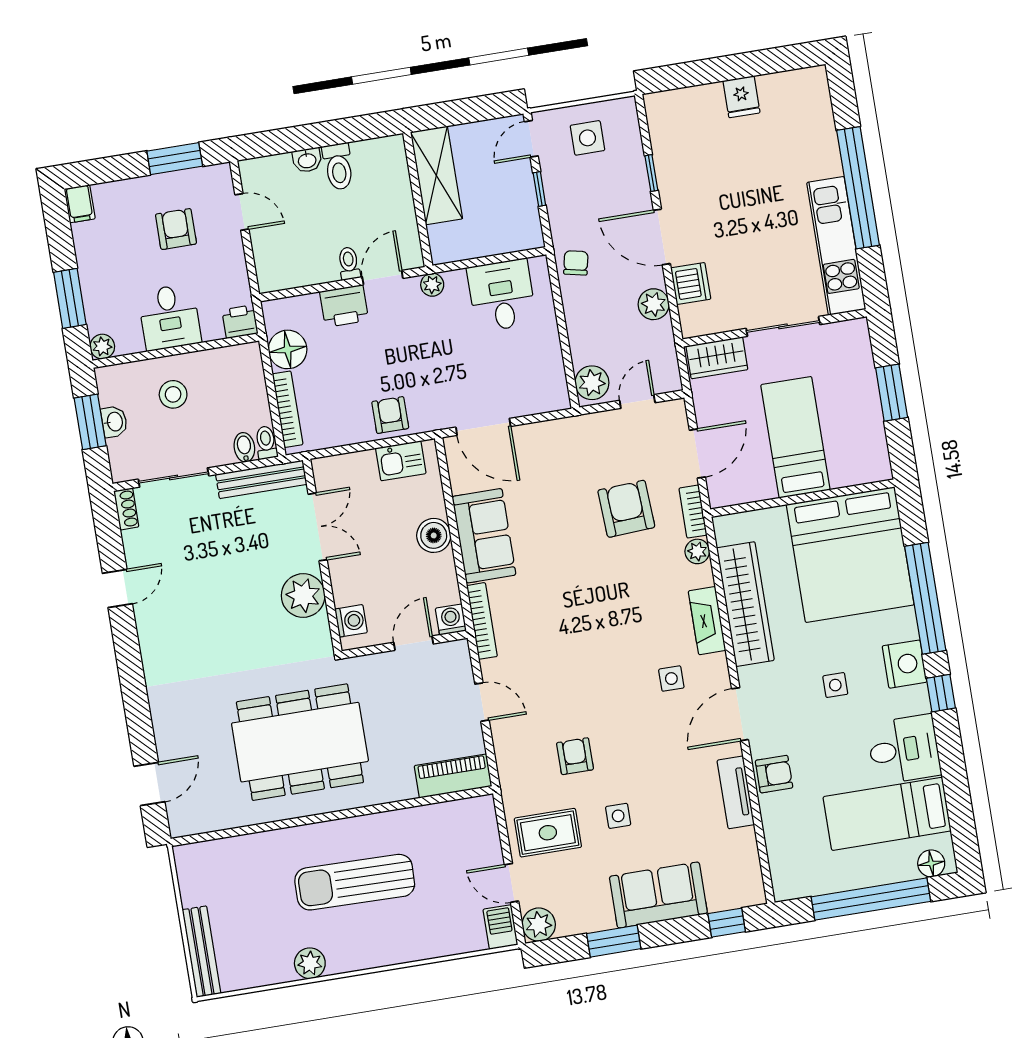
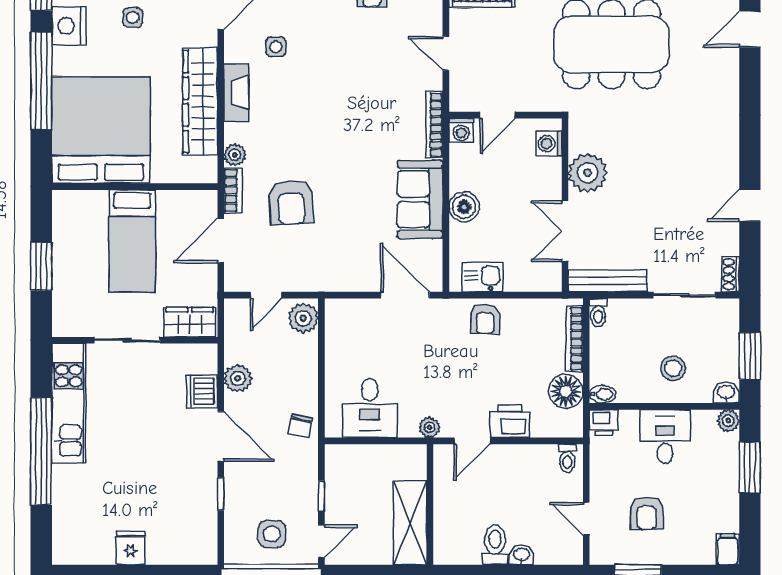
toilet: (349, 263) -> (567, 458), moved
washbasin: (114, 422) -> (726, 393), moved, turned 90
bidet: (244, 447) -> (603, 394), moved, turned -90

